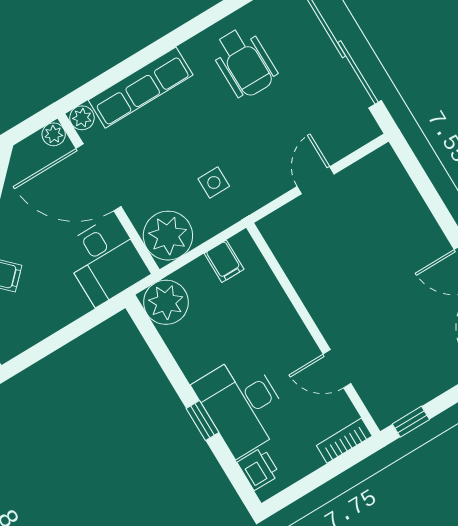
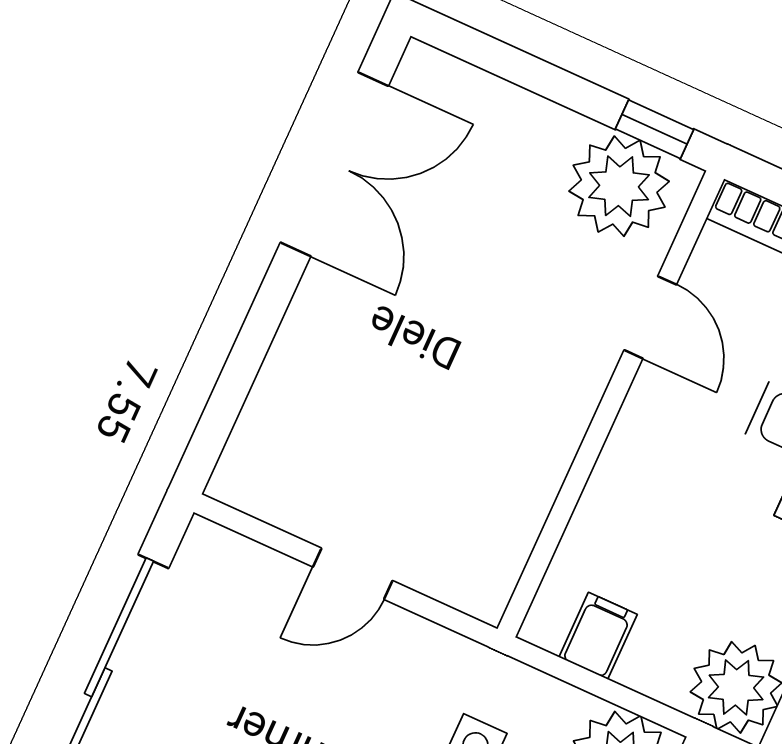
plant: (398, 392) -> (619, 186), added

